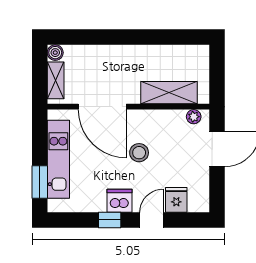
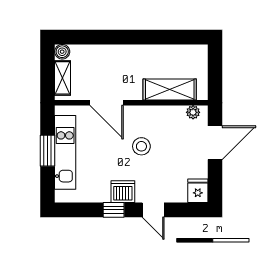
door: (102, 107) -> (107, 103), width x0.73
window: (40, 182) -> (48, 151), moved
fridge: (176, 200) -> (198, 191), moved
door: (151, 220) -> (153, 210), swing flipped

